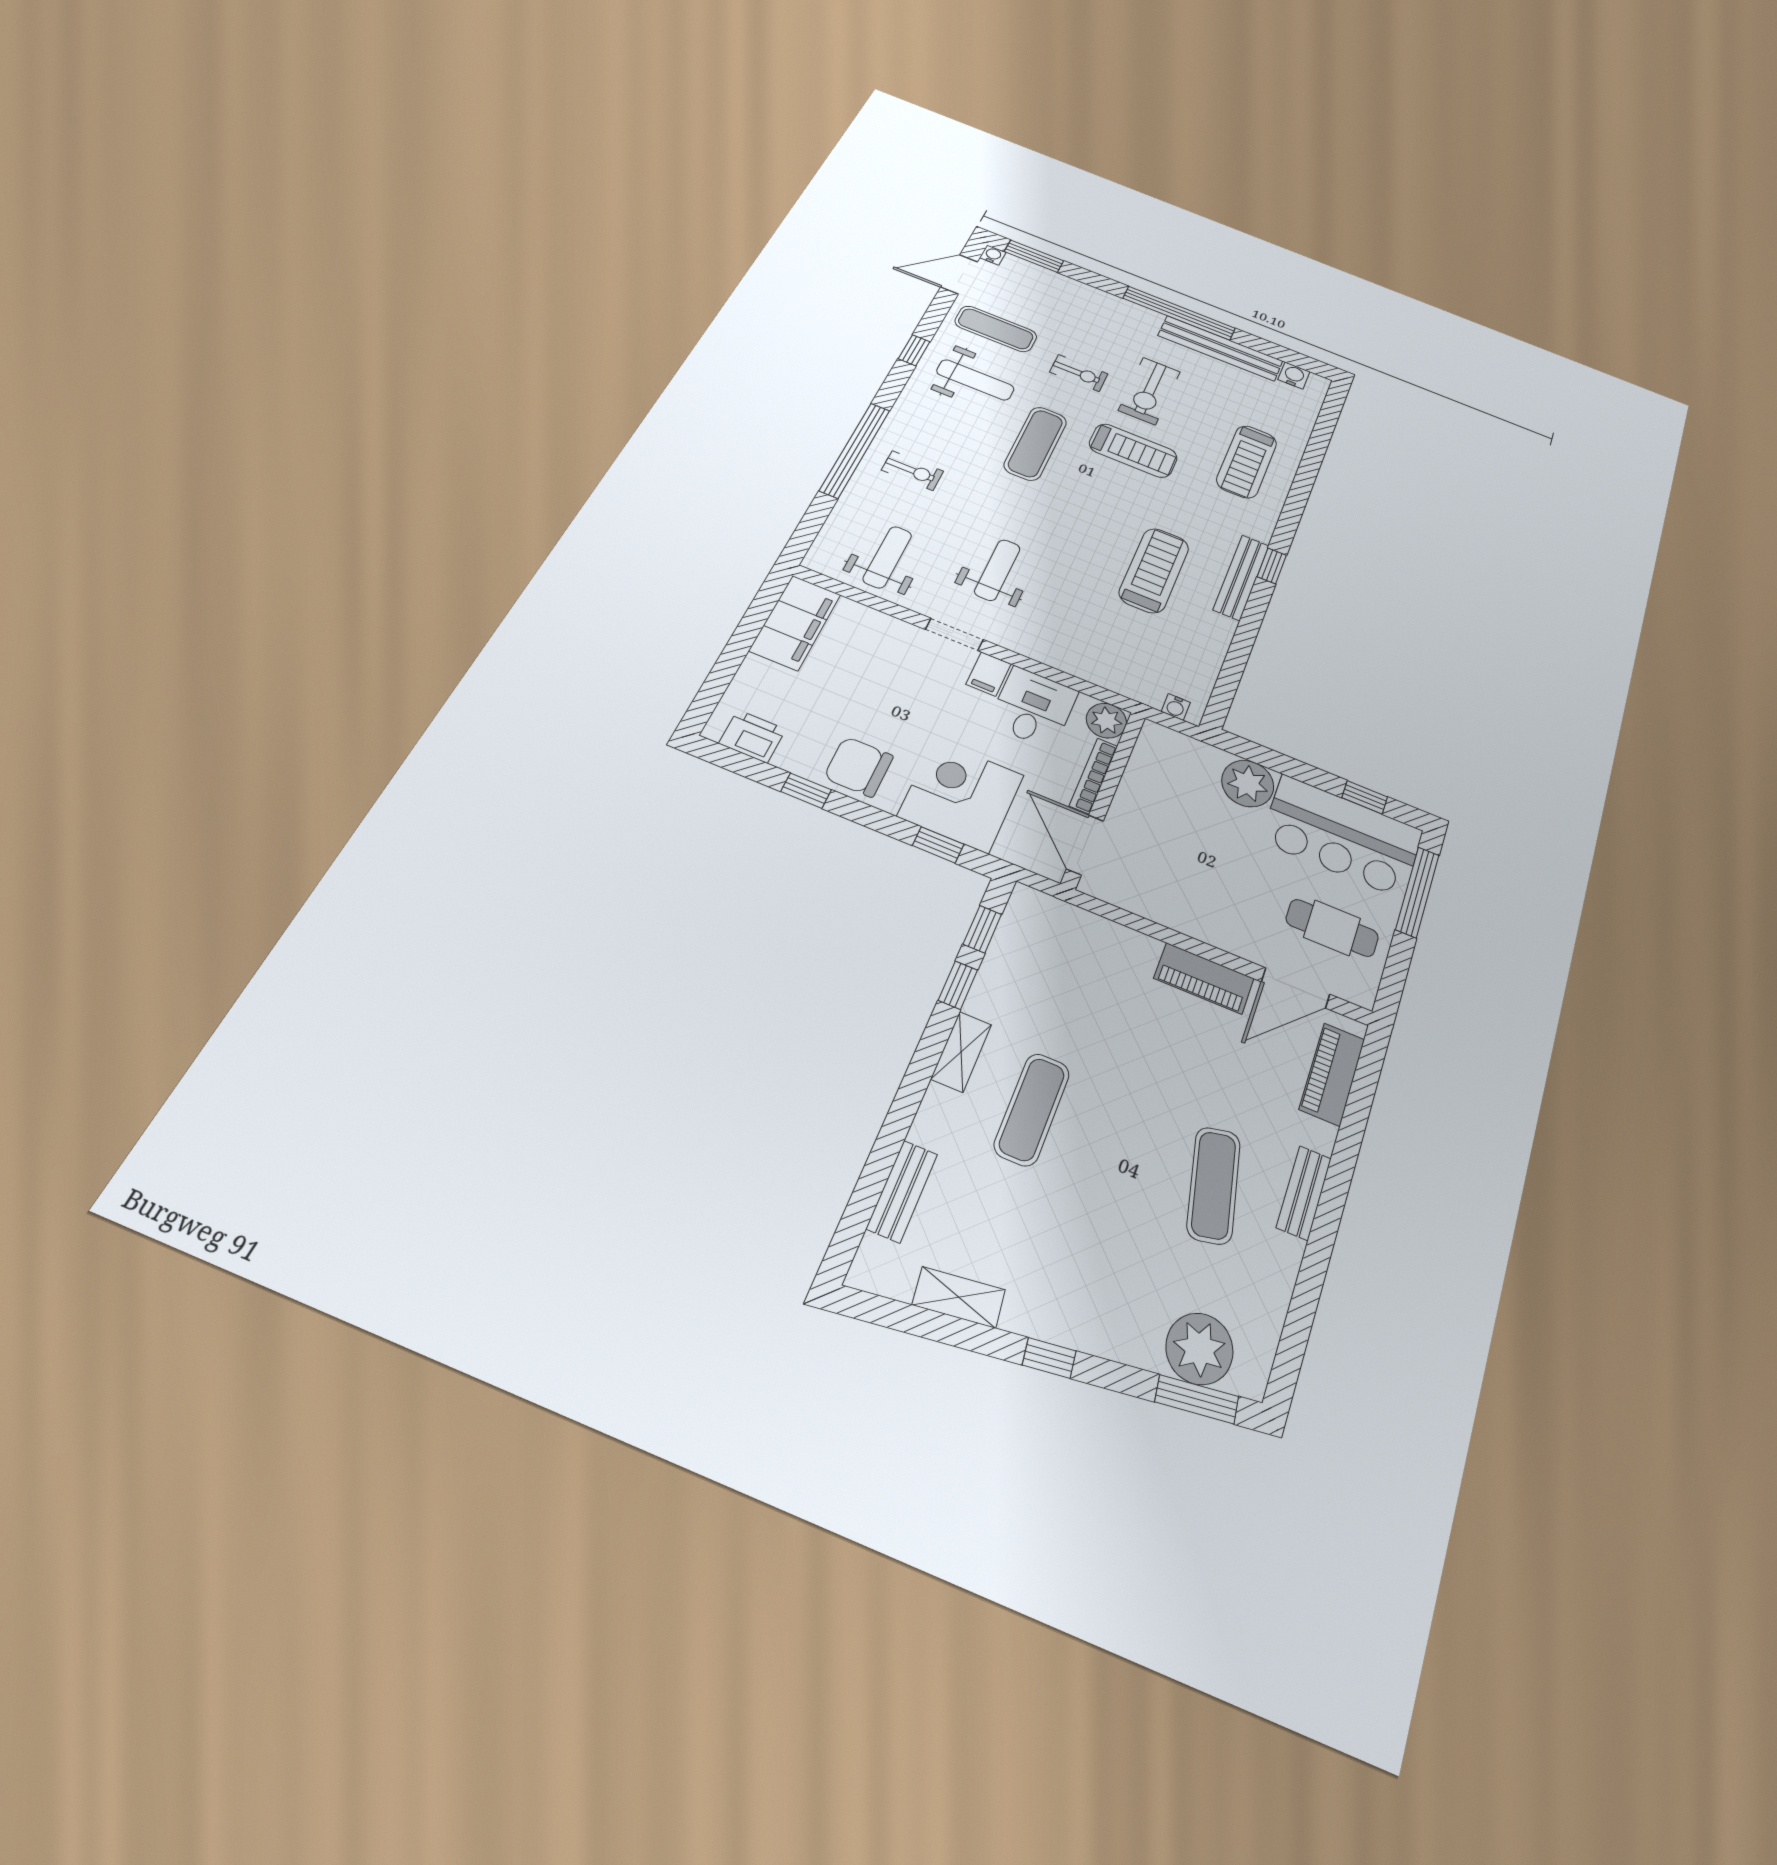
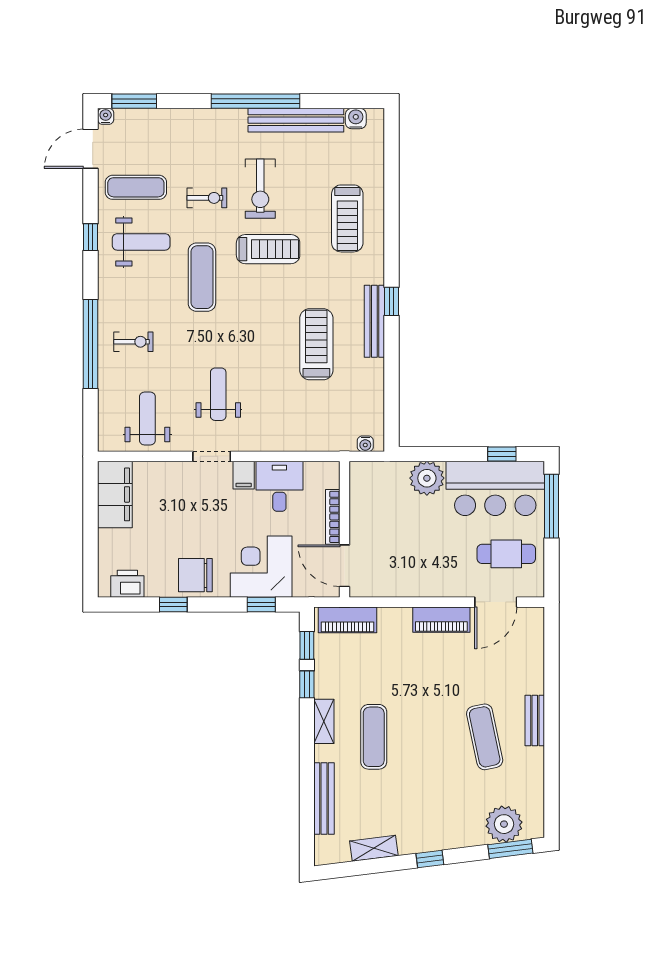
plant: (1106, 721) -> (327, 474), removed
piano: (1332, 1074) -> (348, 620), moved, turned -90
bench: (902, 1191) -> (324, 799), width x1.36

